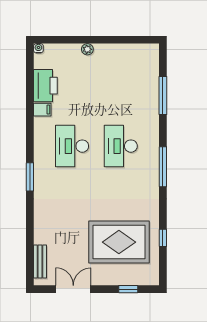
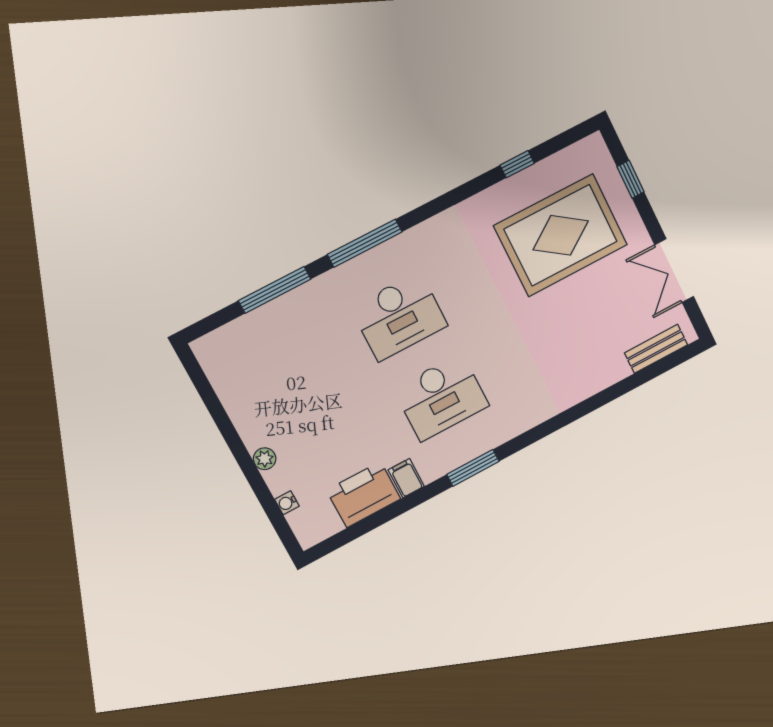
water cooler: (38, 48) -> (287, 503), moved
window: (163, 167) -> (365, 243), moved
window: (30, 177) -> (473, 468), moved
rug: (119, 242) -> (561, 235), turned 90

